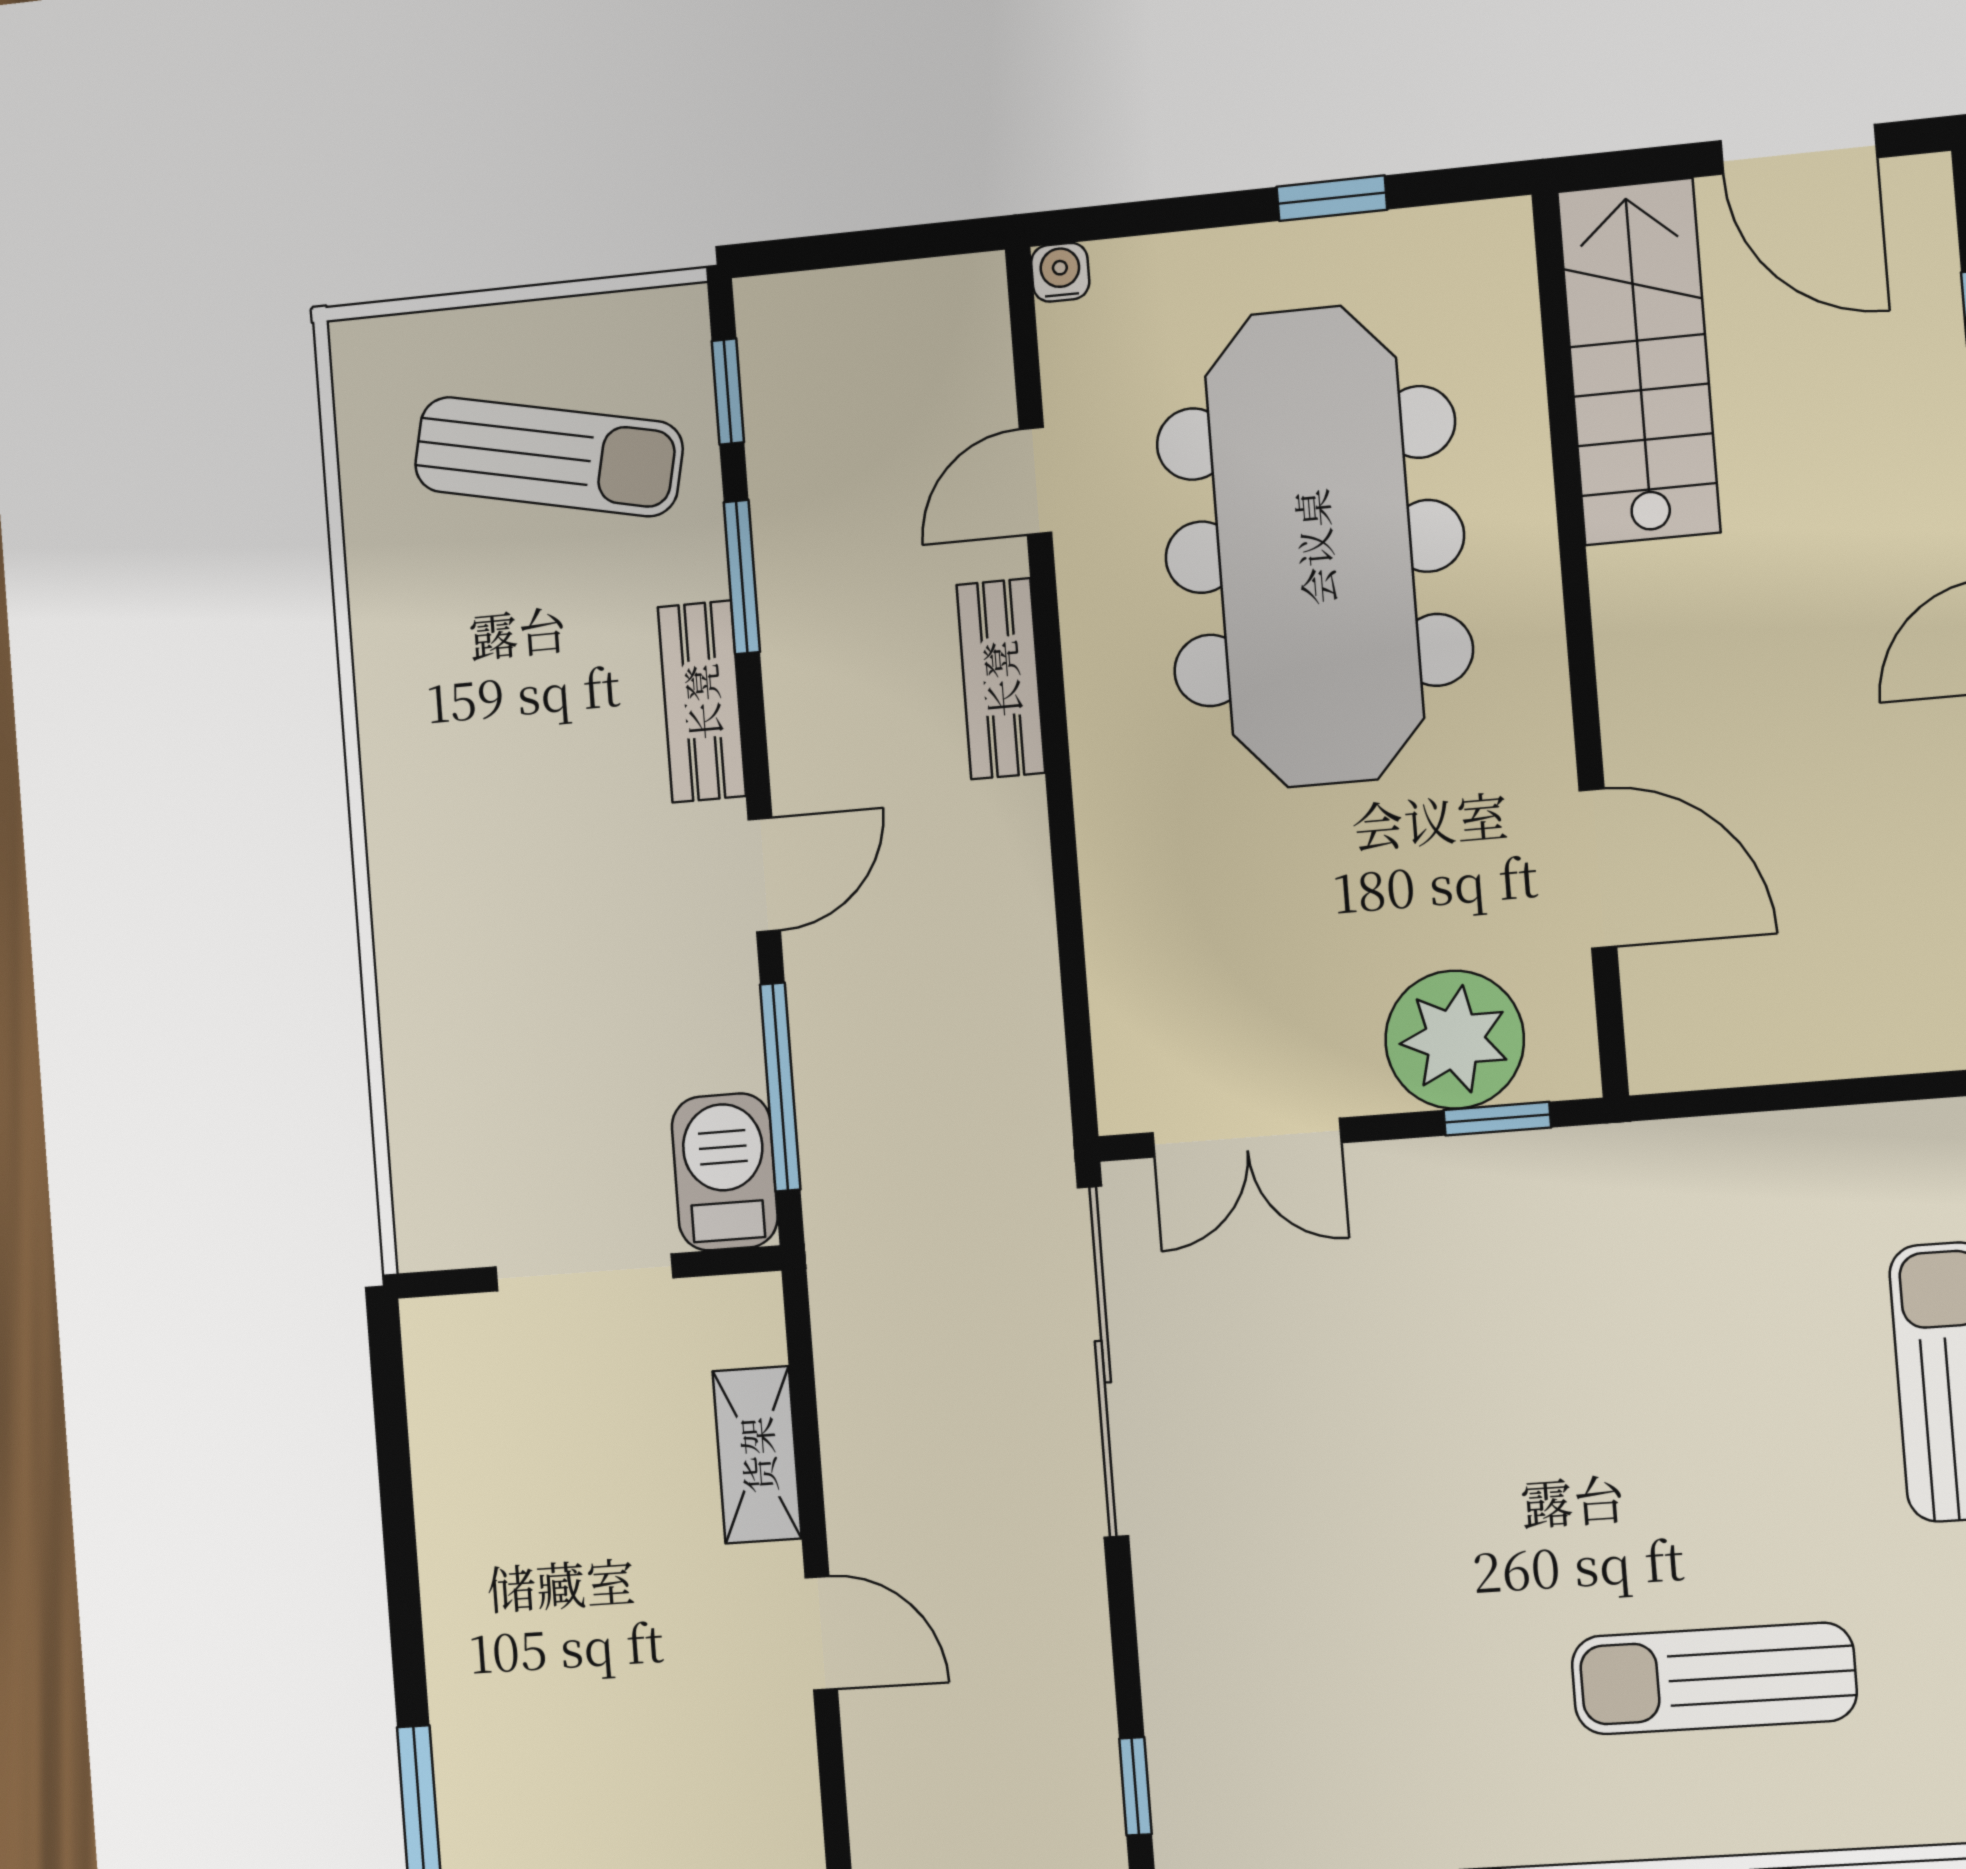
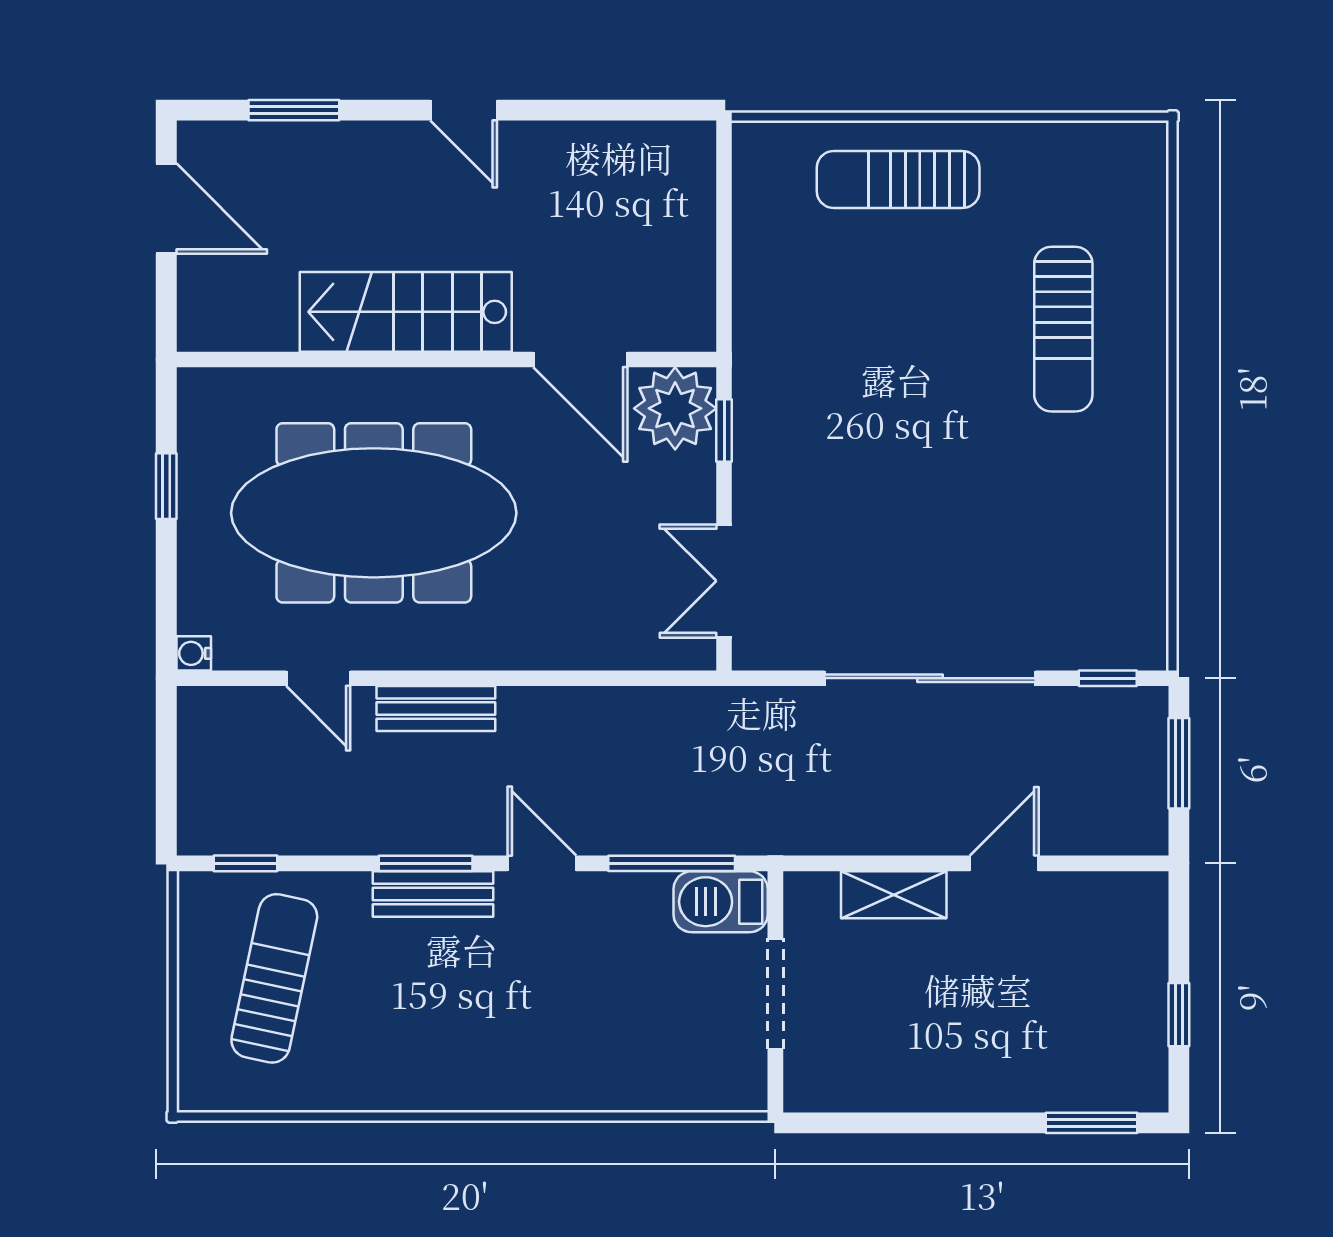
door: (1799, 149) -> (166, 209), hinge flipped
stairs: (1639, 362) -> (406, 312), moved
window: (742, 577) -> (426, 863), moved
door: (1598, 868) -> (580, 360), swing flipped
plant: (1455, 1040) -> (675, 408), moved
double door: (1247, 1138) -> (724, 581), swing flipped
sliding door: (1103, 1362) -> (930, 678), moved

